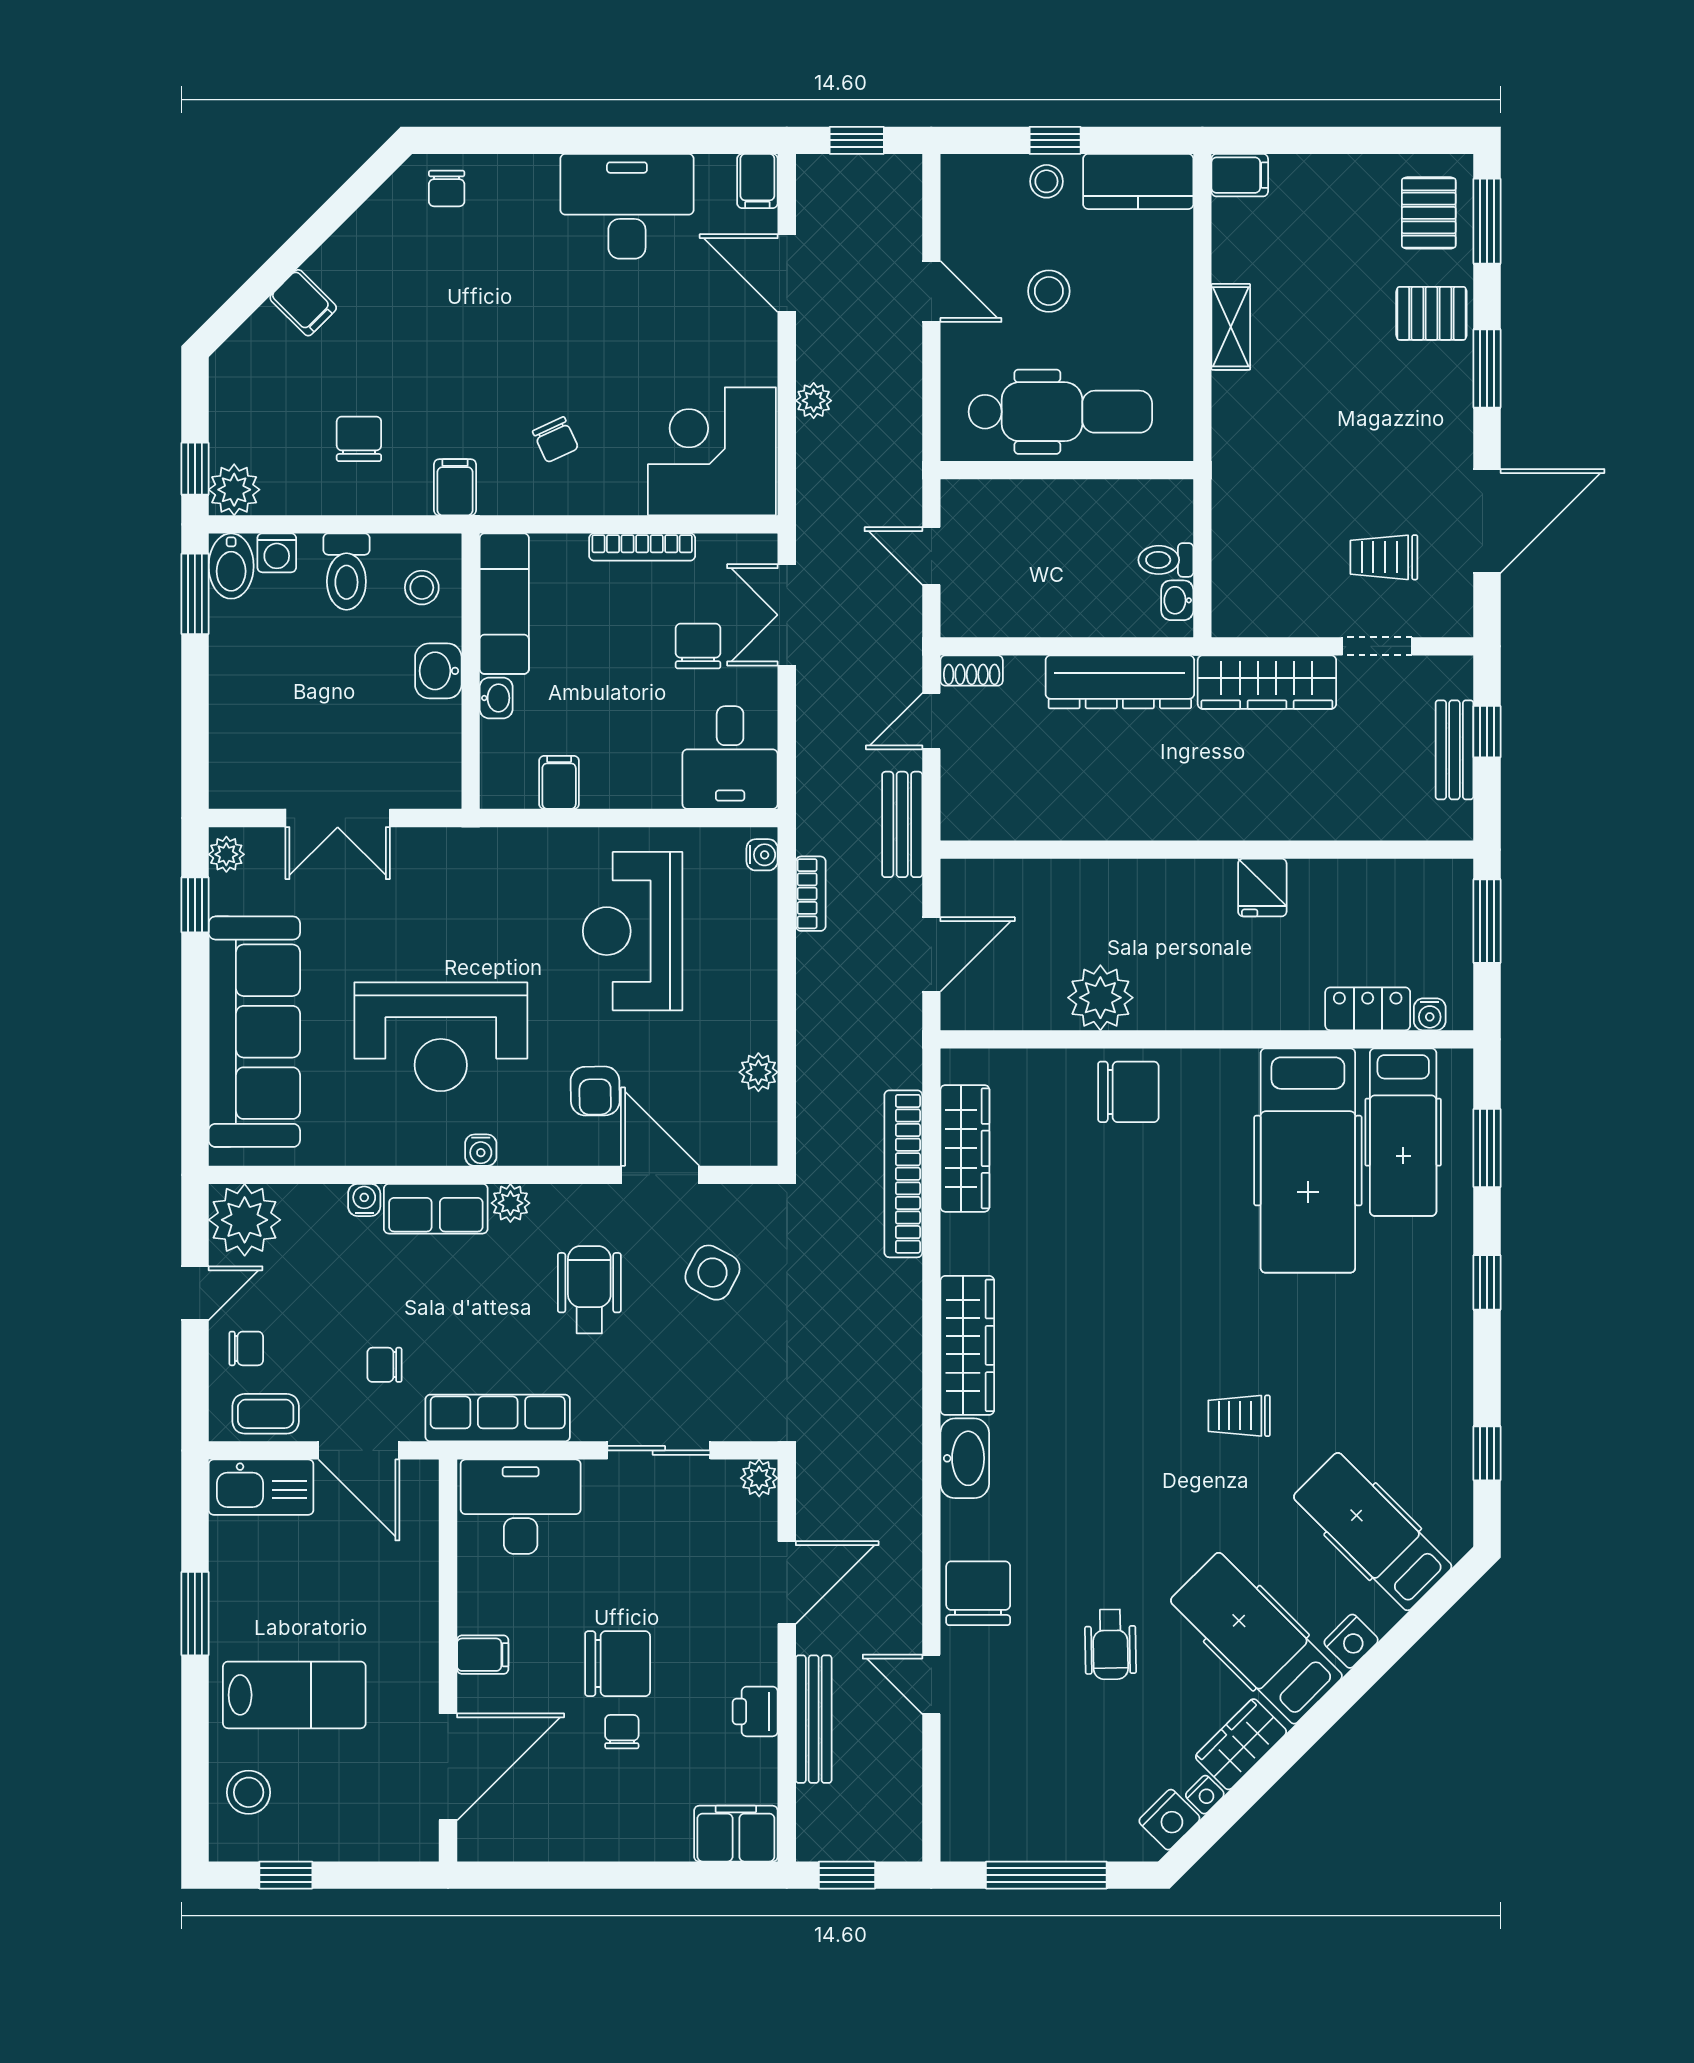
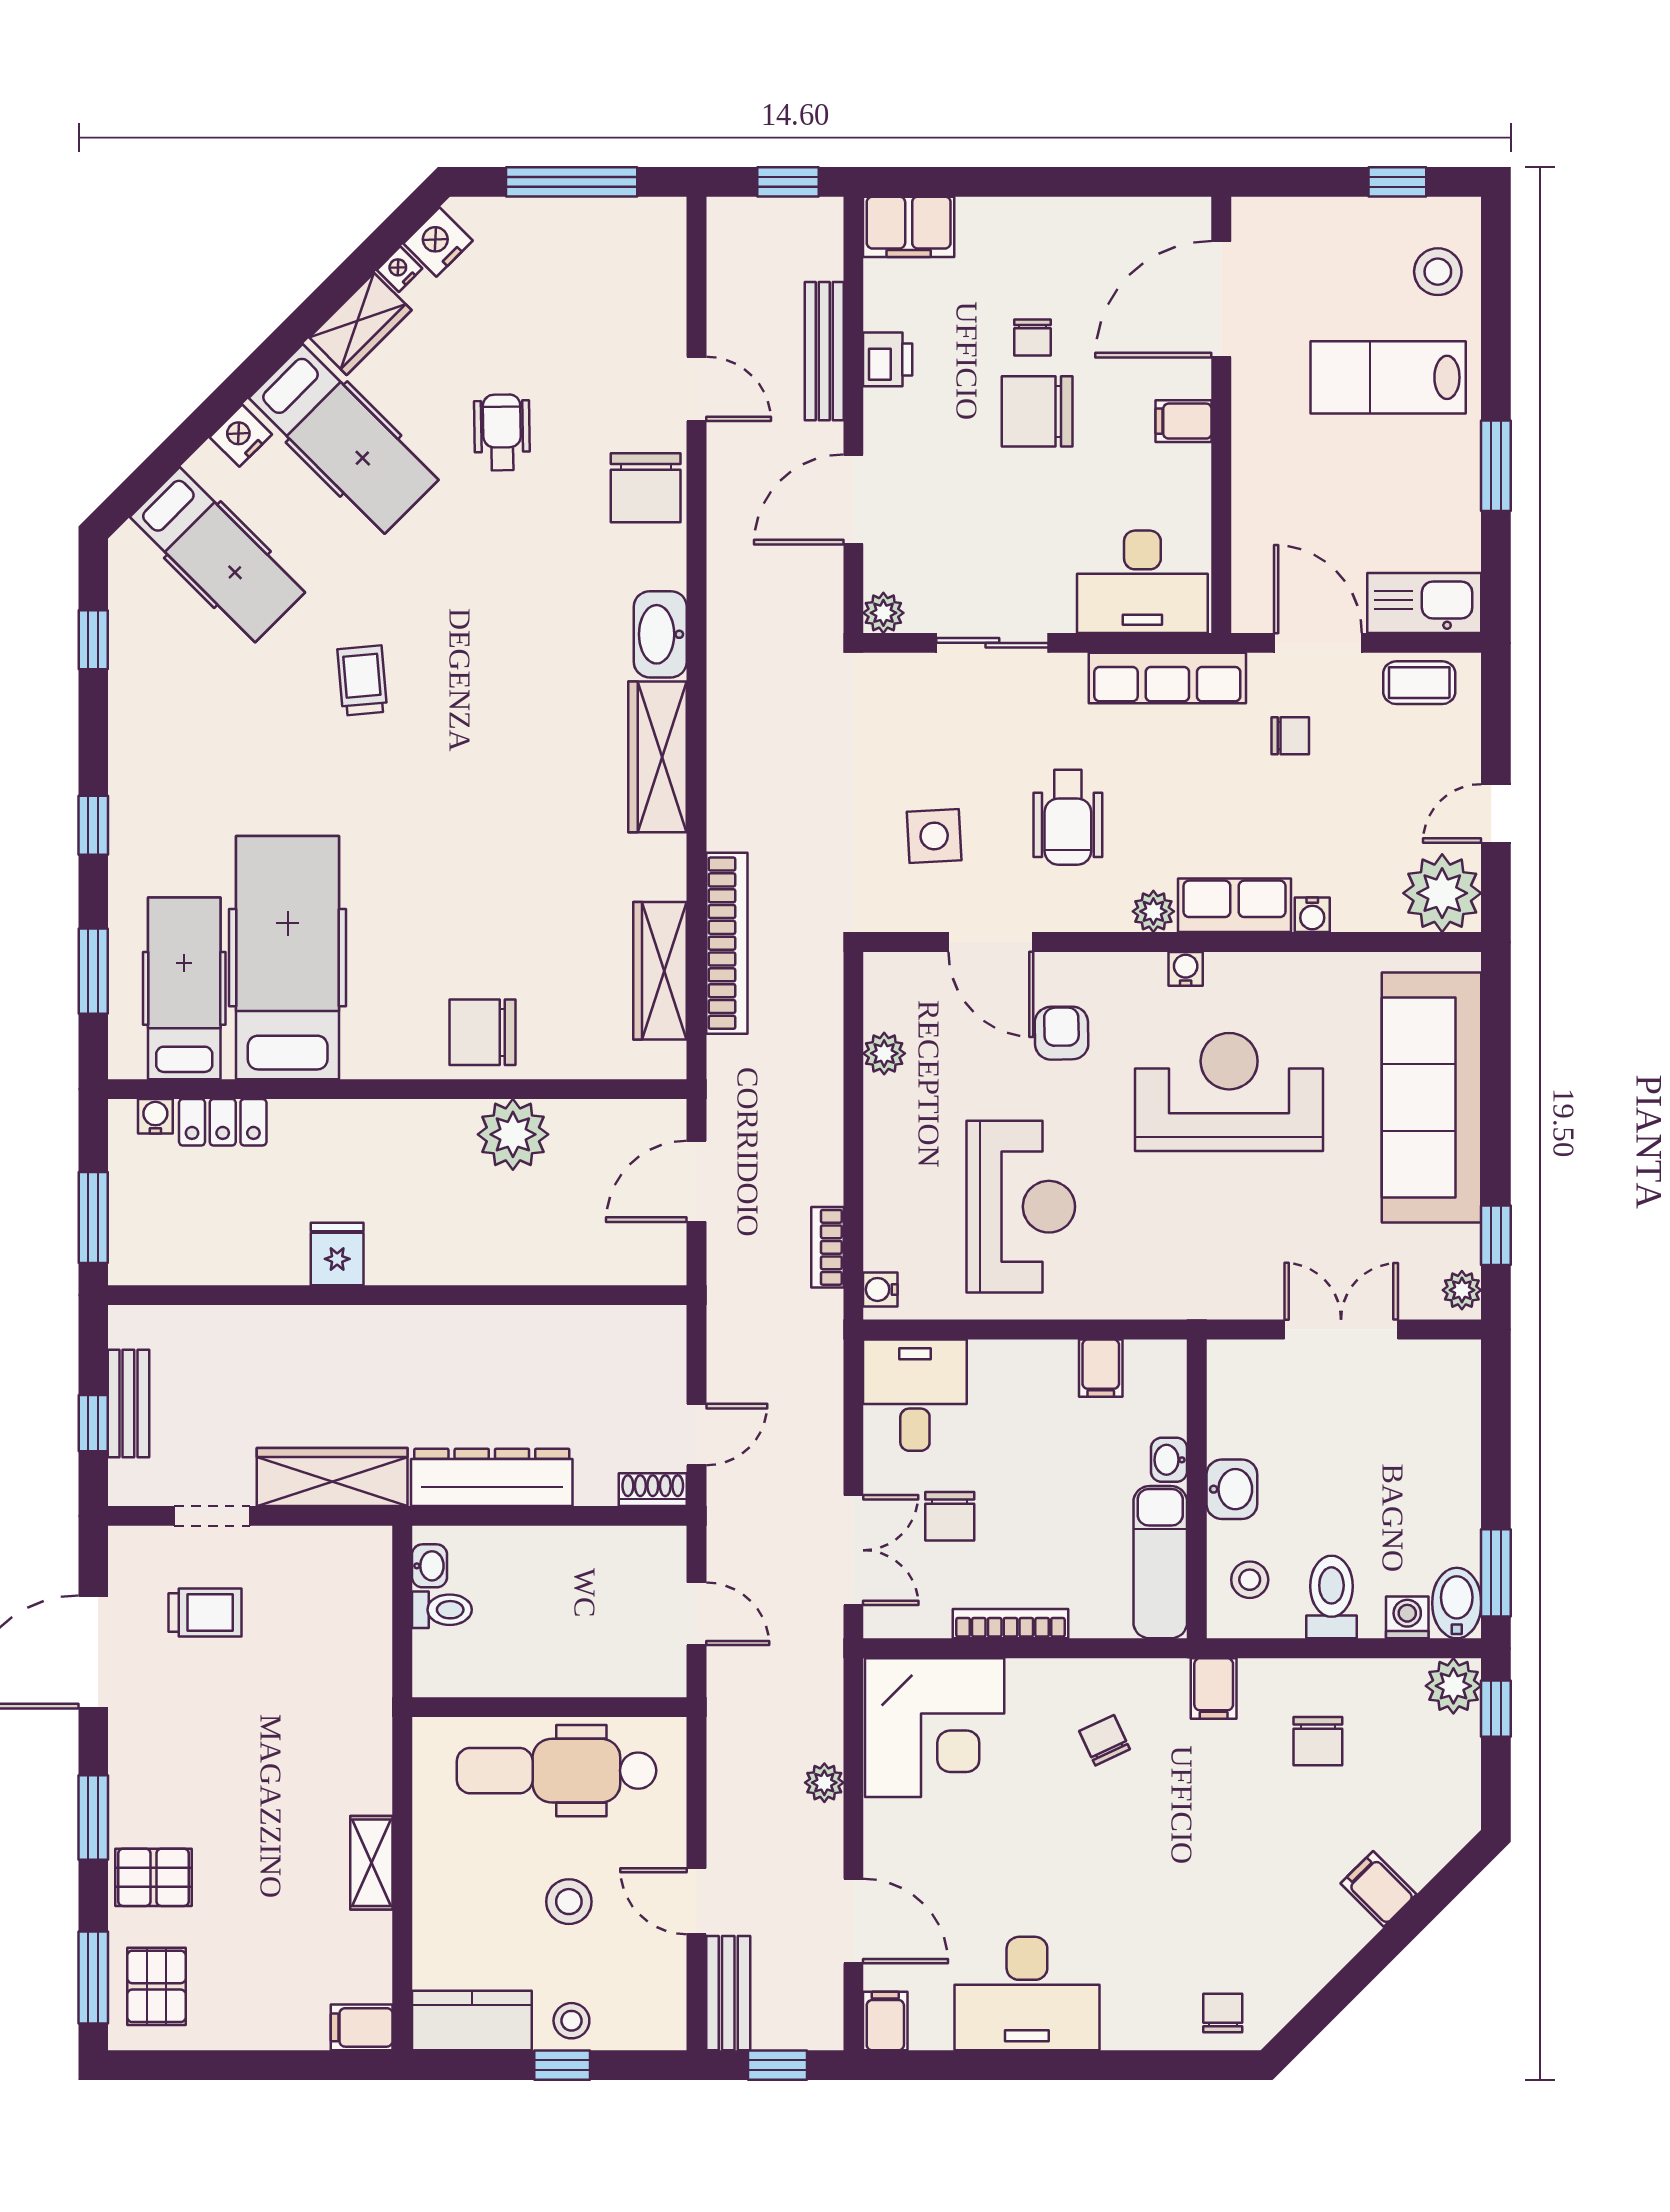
bench: (902, 824) -> (728, 1993), moved
side table: (712, 1273) -> (934, 836), turned -31
chair: (246, 1348) -> (1440, 754), removed
trolley: (1239, 1416) -> (362, 680), turned -95

